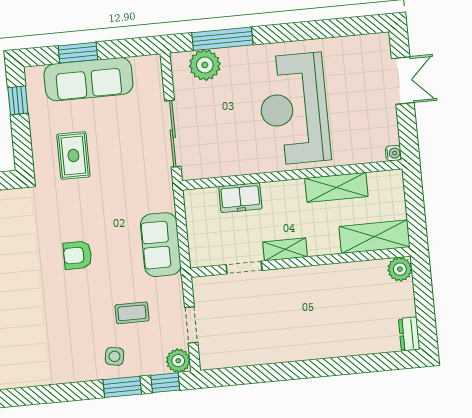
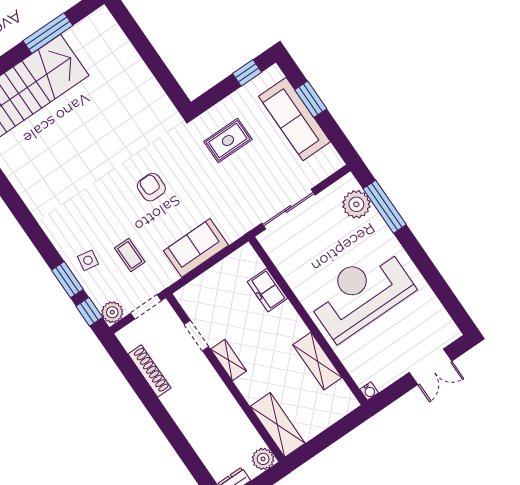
shelving: (375, 237) -> (278, 425), moved
shelving: (285, 249) -> (229, 360), moved
wall: (301, 262) -> (225, 378), moved
doorway: (244, 267) -> (196, 336), moved
plant: (400, 269) -> (263, 459), moved
shoe rack: (255, 356) -> (149, 371), added

